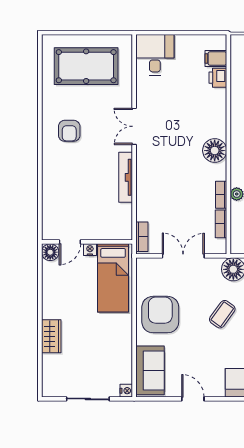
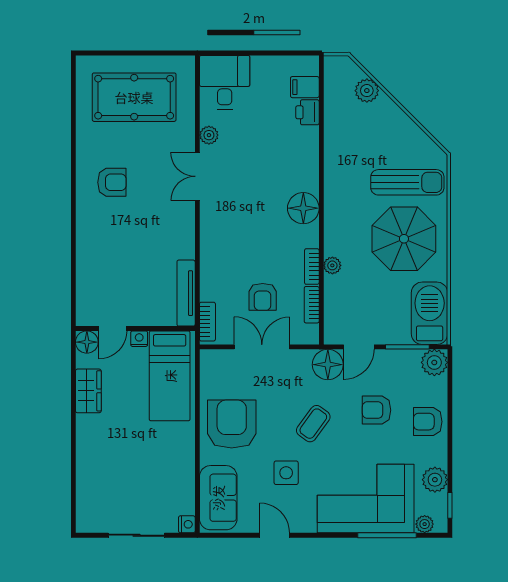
plant: (143, 95) -> (209, 135), added
armchair: (69, 131) -> (112, 182), turned -90
tv unit: (126, 177) -> (186, 293), moved
armchair: (184, 218) -> (263, 297), added
wardrobe: (51, 336) -> (88, 391), moved
side table: (202, 352) -> (286, 473), added

